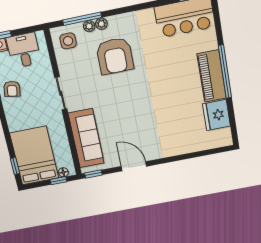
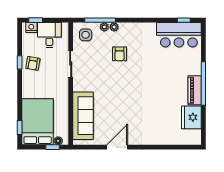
armchair: (115, 56) -> (119, 54), width x0.53, depth x0.53
piano: (212, 76) -> (195, 90), width x0.73, depth x0.75
sliding door: (61, 93) -> (71, 64), moved
door: (134, 166) -> (117, 147), hinge flipped
window: (93, 174) -> (83, 147), removed

